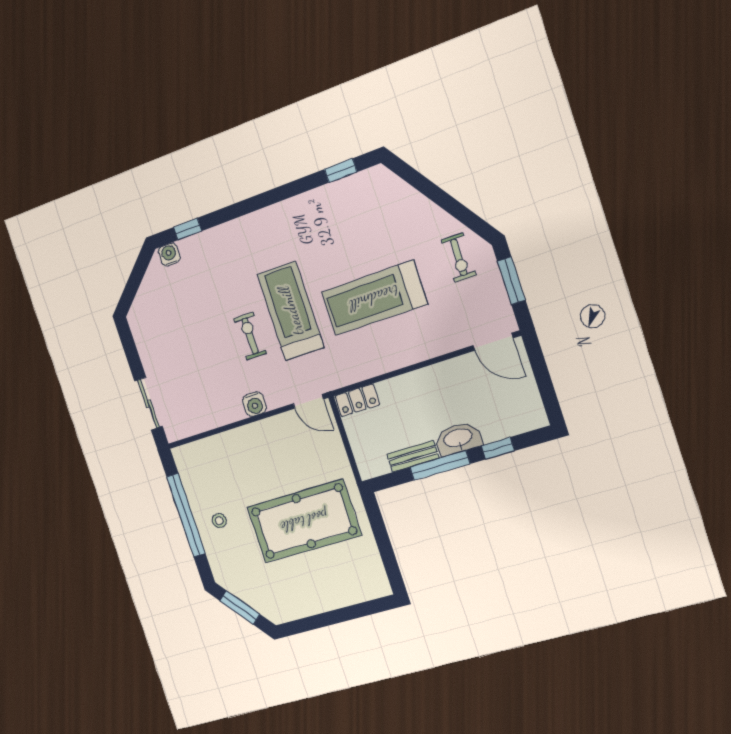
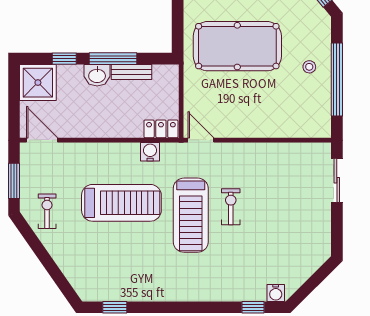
exercise bike: (250, 336) -> (231, 207), turned 180
water cooler: (254, 404) -> (150, 152), moved
shower: (521, 410) -> (38, 83), added
washbasin: (458, 439) -> (97, 75), width x0.72

